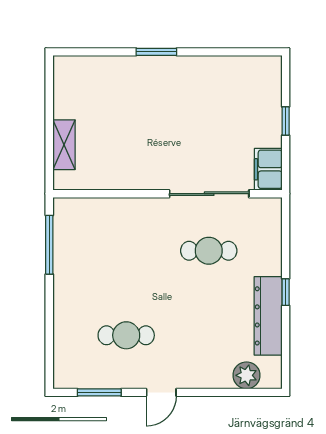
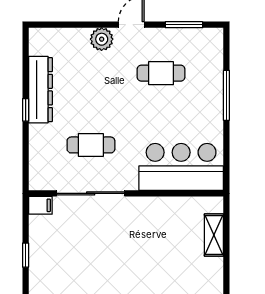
filing cabinet: (268, 169) -> (40, 205), width x0.50
bar counter: (103, 225) -> (181, 167), added
window: (49, 245) -> (226, 95), moved
plant: (247, 375) -> (102, 39), moved

